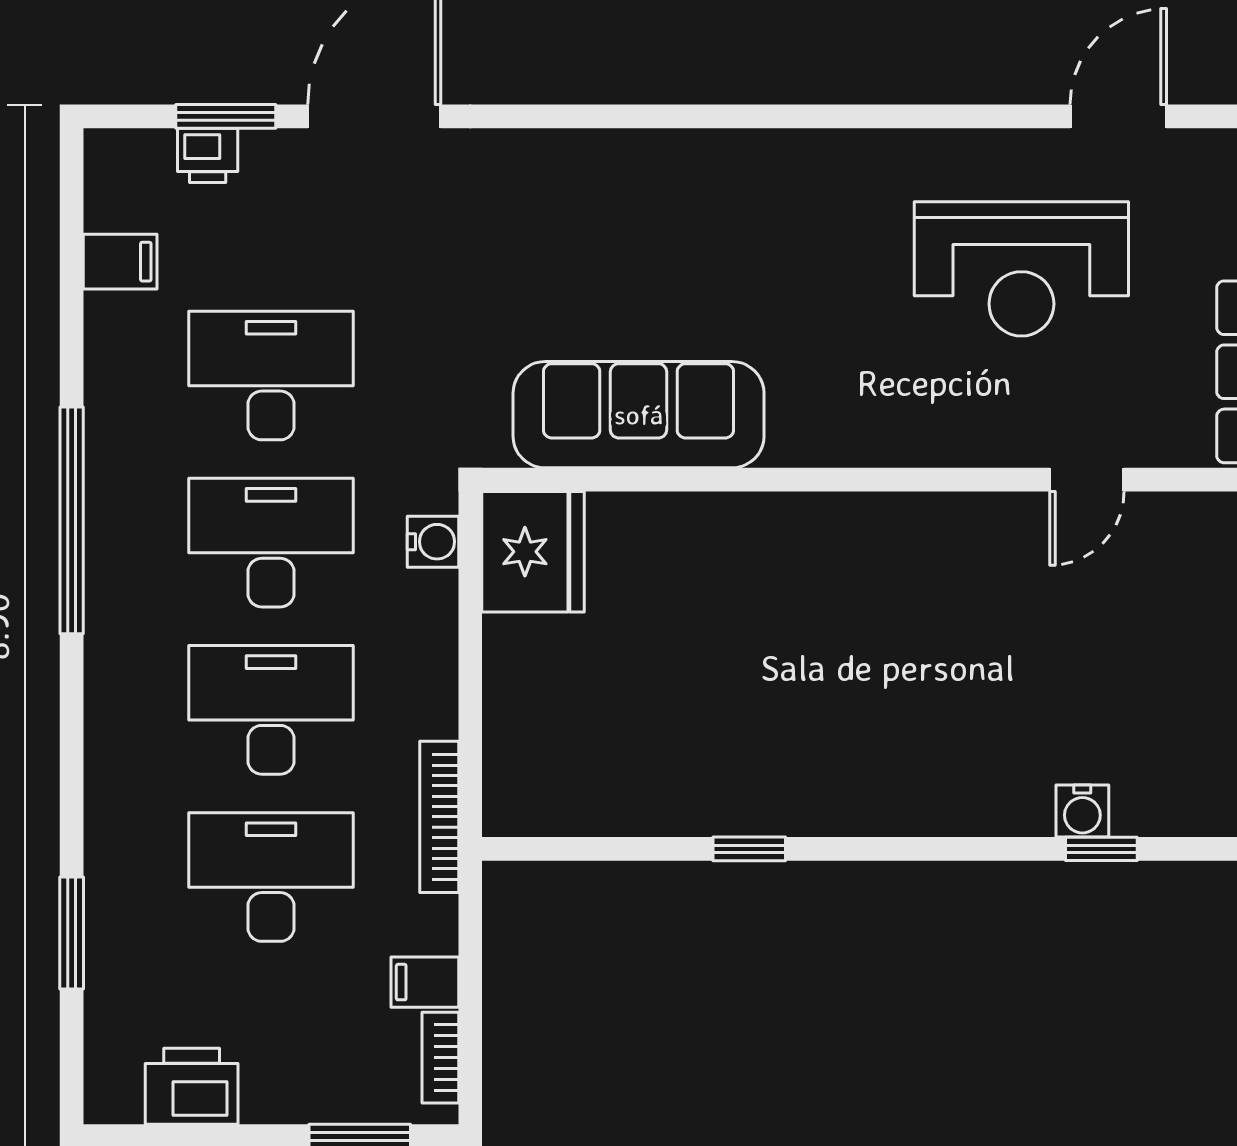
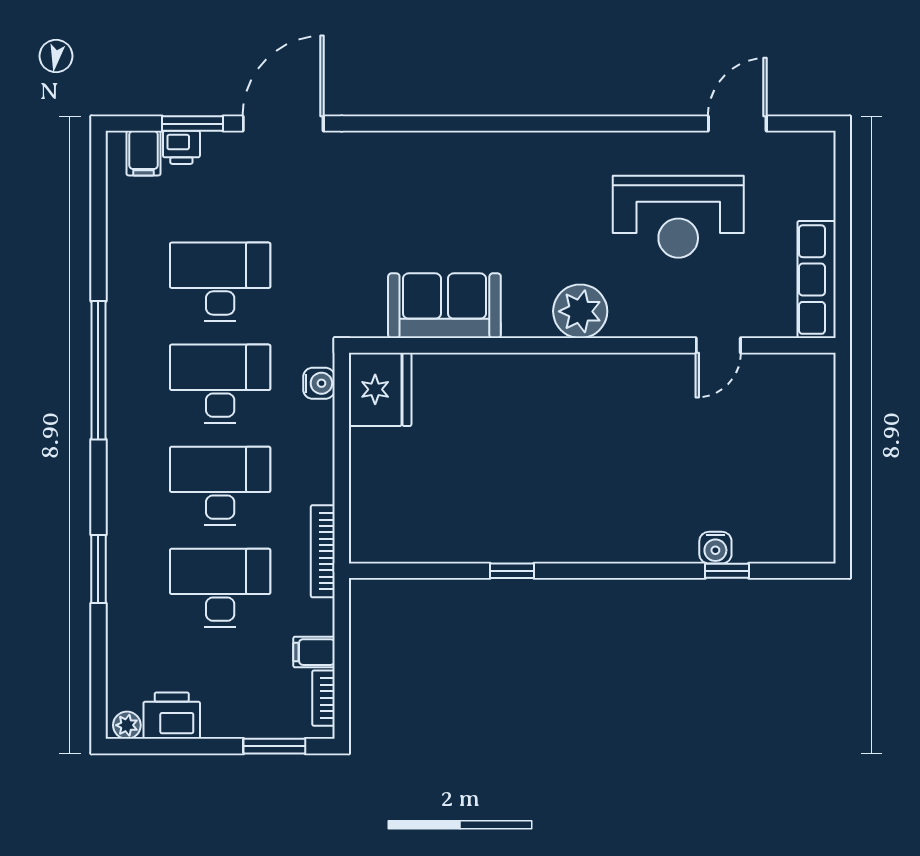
filing cabinet: (120, 262) -> (143, 153), moved, turned 90
sofa: (639, 415) -> (444, 306), width x0.73
plant: (861, 424) -> (580, 311), added
window: (72, 933) -> (98, 569), moved
plant: (118, 1102) -> (127, 725), added

